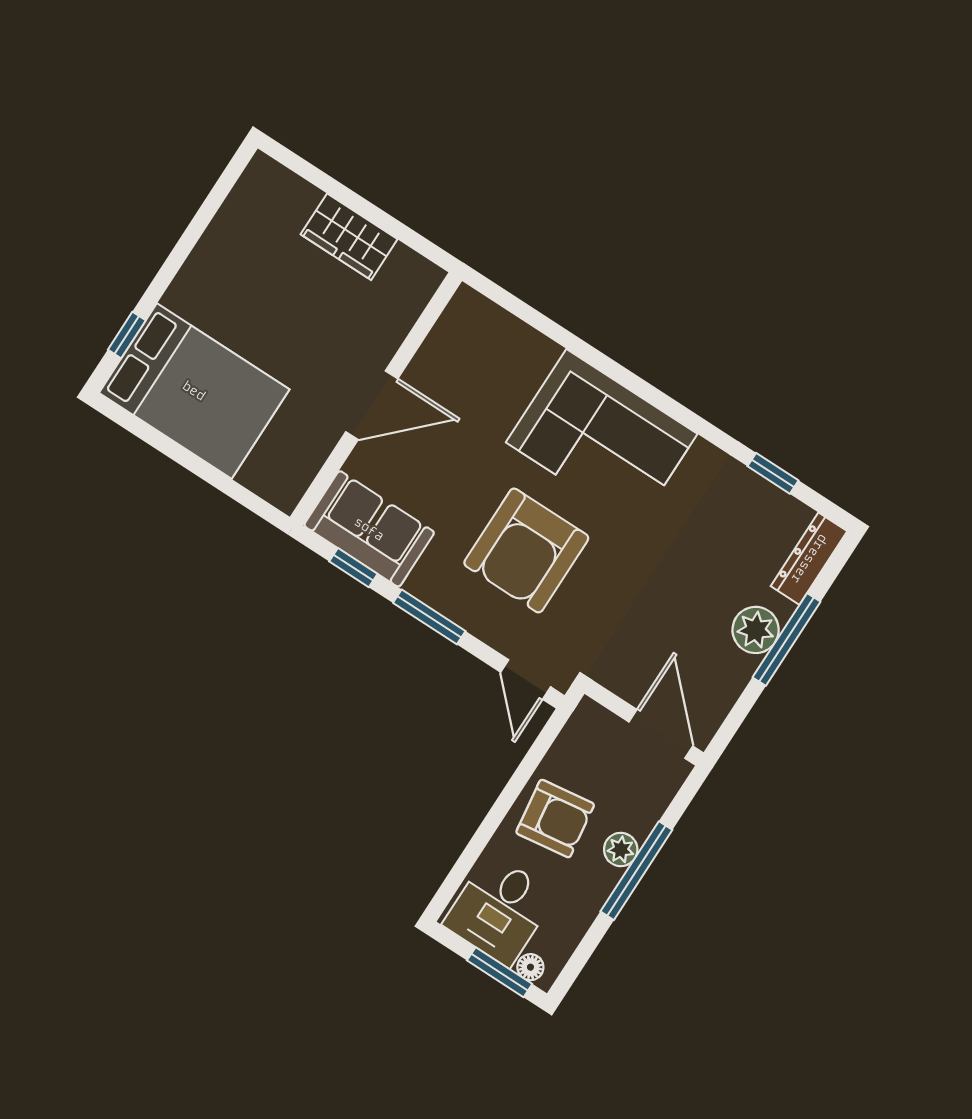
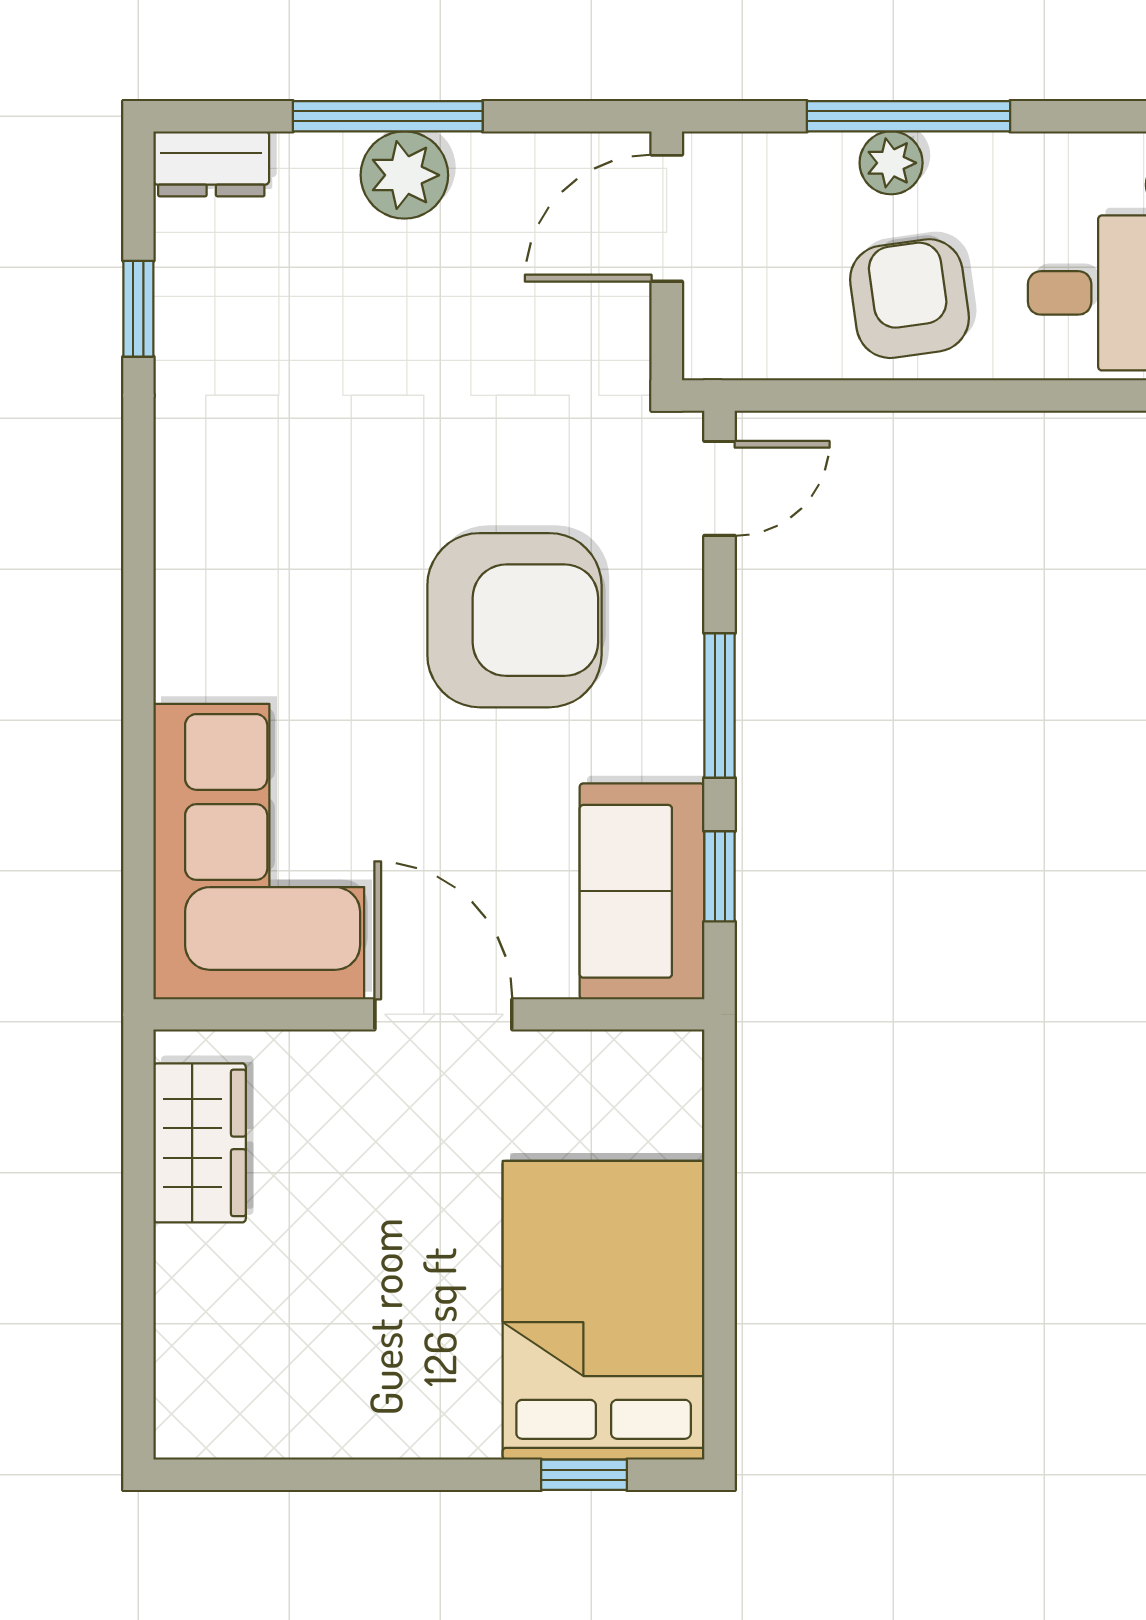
wardrobe: (349, 237) -> (200, 1143), moved
corner sofa: (602, 438) -> (259, 852), moved
dresser: (809, 559) -> (211, 164), width x0.70

